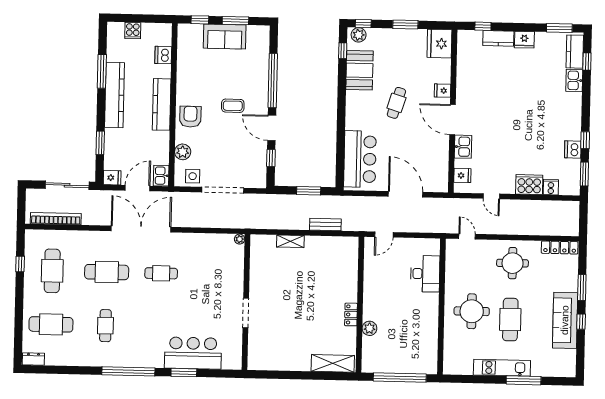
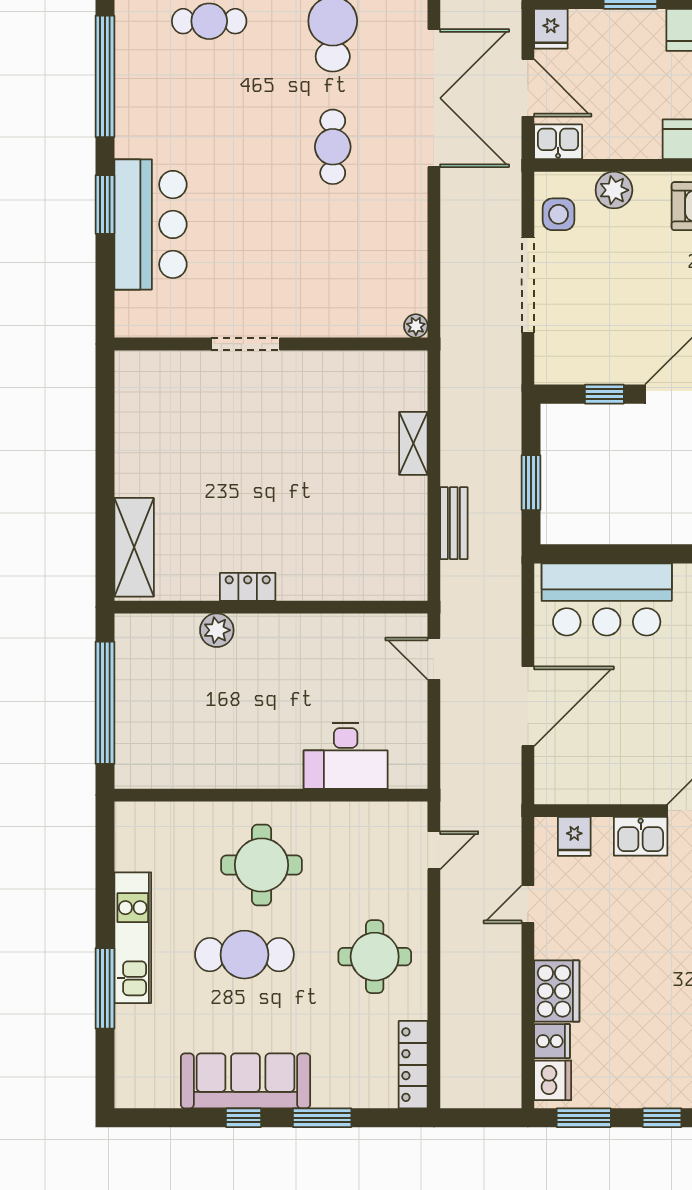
dishwasher: (573, 149) -> (553, 1080), moved, turned 90

